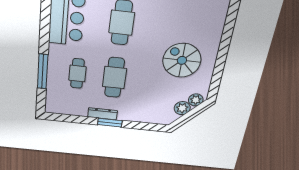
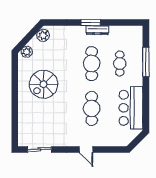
spiral stairs: (182, 60) -> (43, 84), turned 90
plant: (182, 108) -> (43, 35), moved

